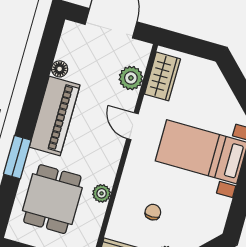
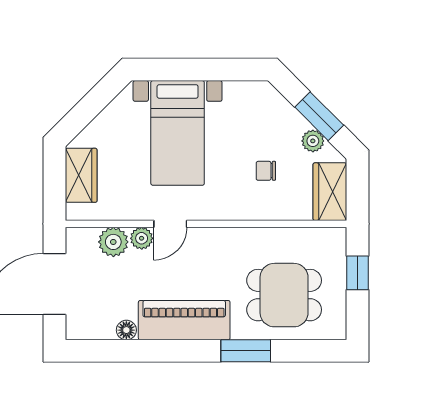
wardrobe: (162, 76) -> (81, 175), moved, turned 90
plant: (102, 193) -> (142, 238), moved

